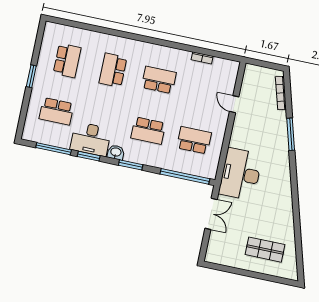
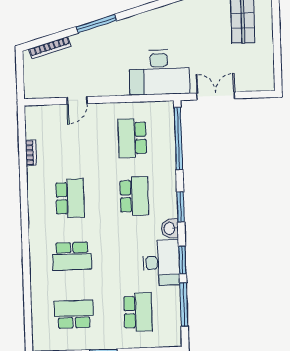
school desk: (159, 80) -> (70, 198), turned 180

